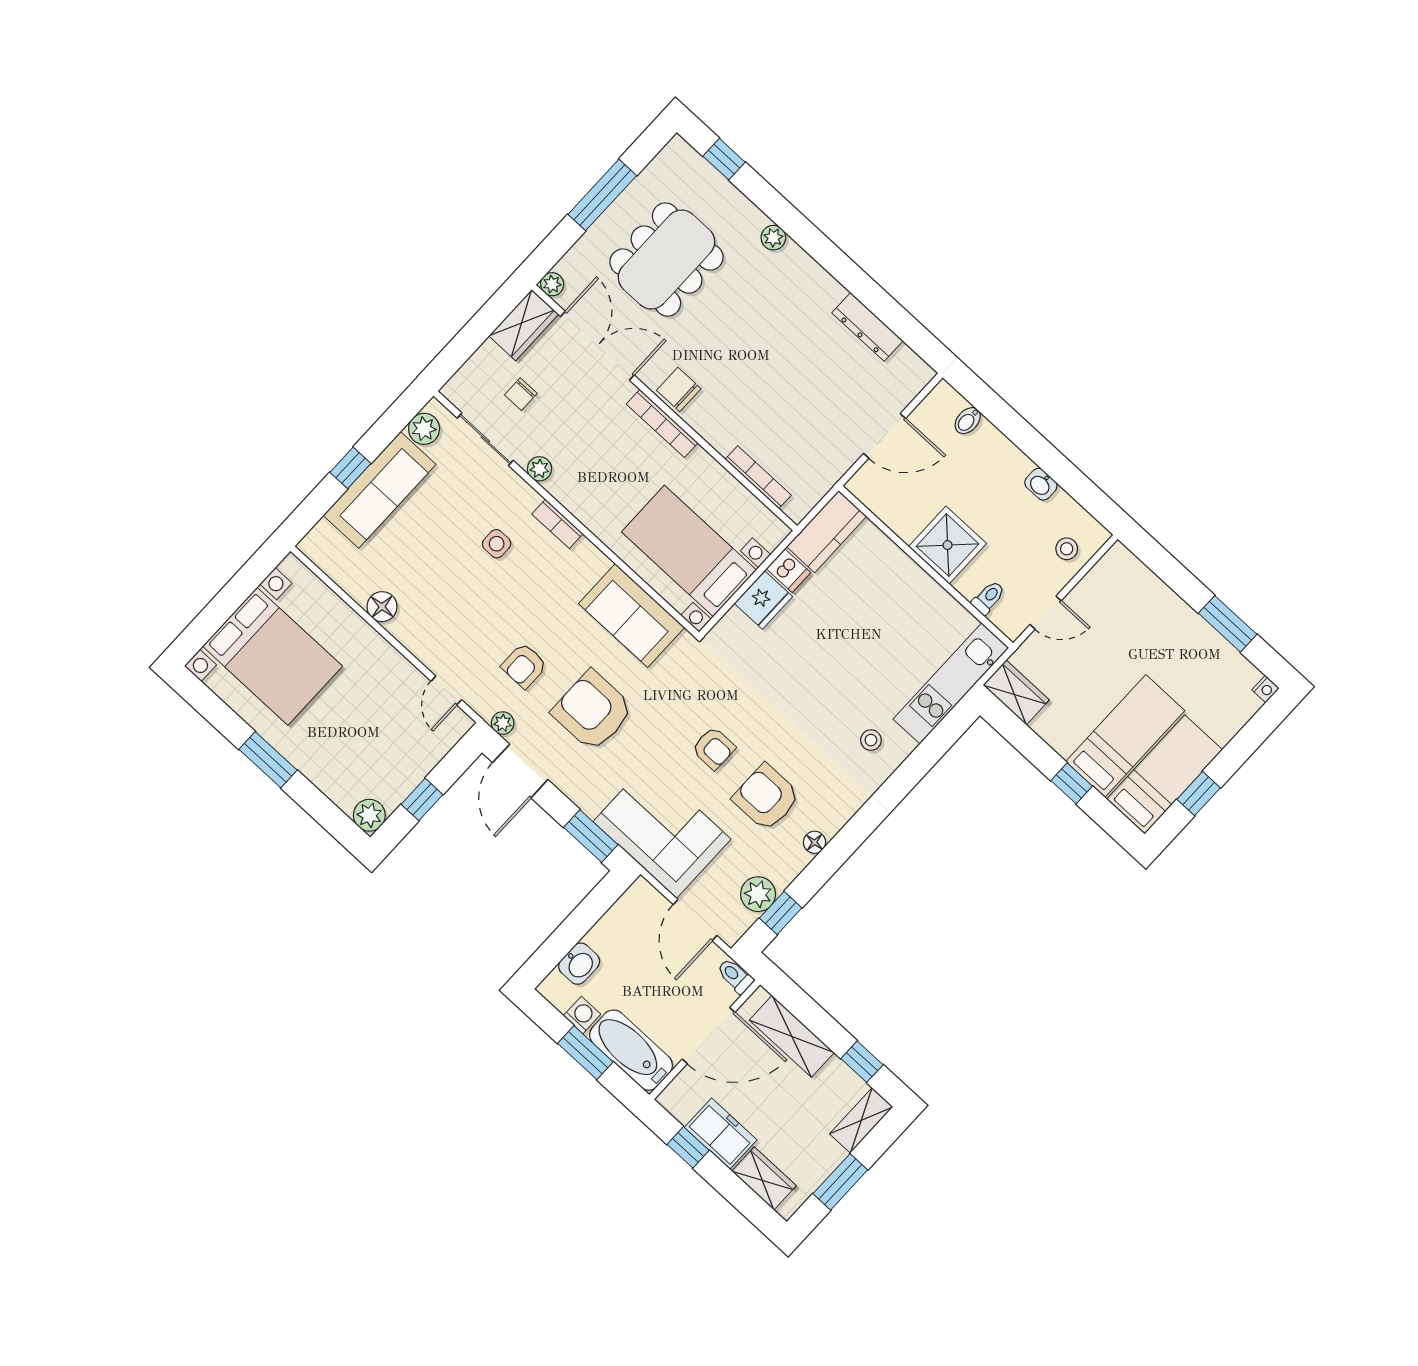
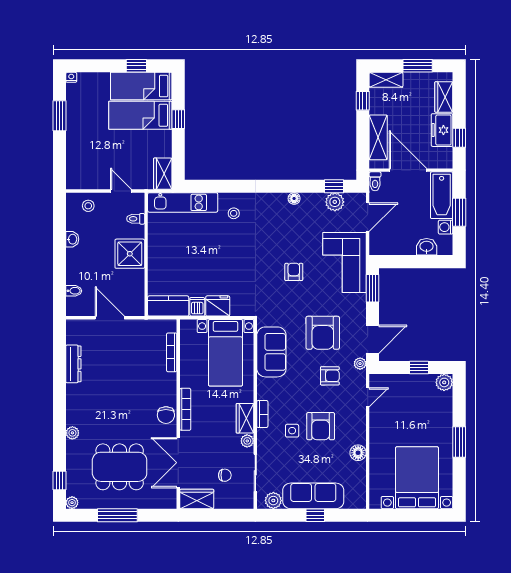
plant: (552, 284) -> (72, 503), moved
wardrobe: (574, 495) -> (245, 418), added
armchair: (766, 797) -> (321, 426), moved

